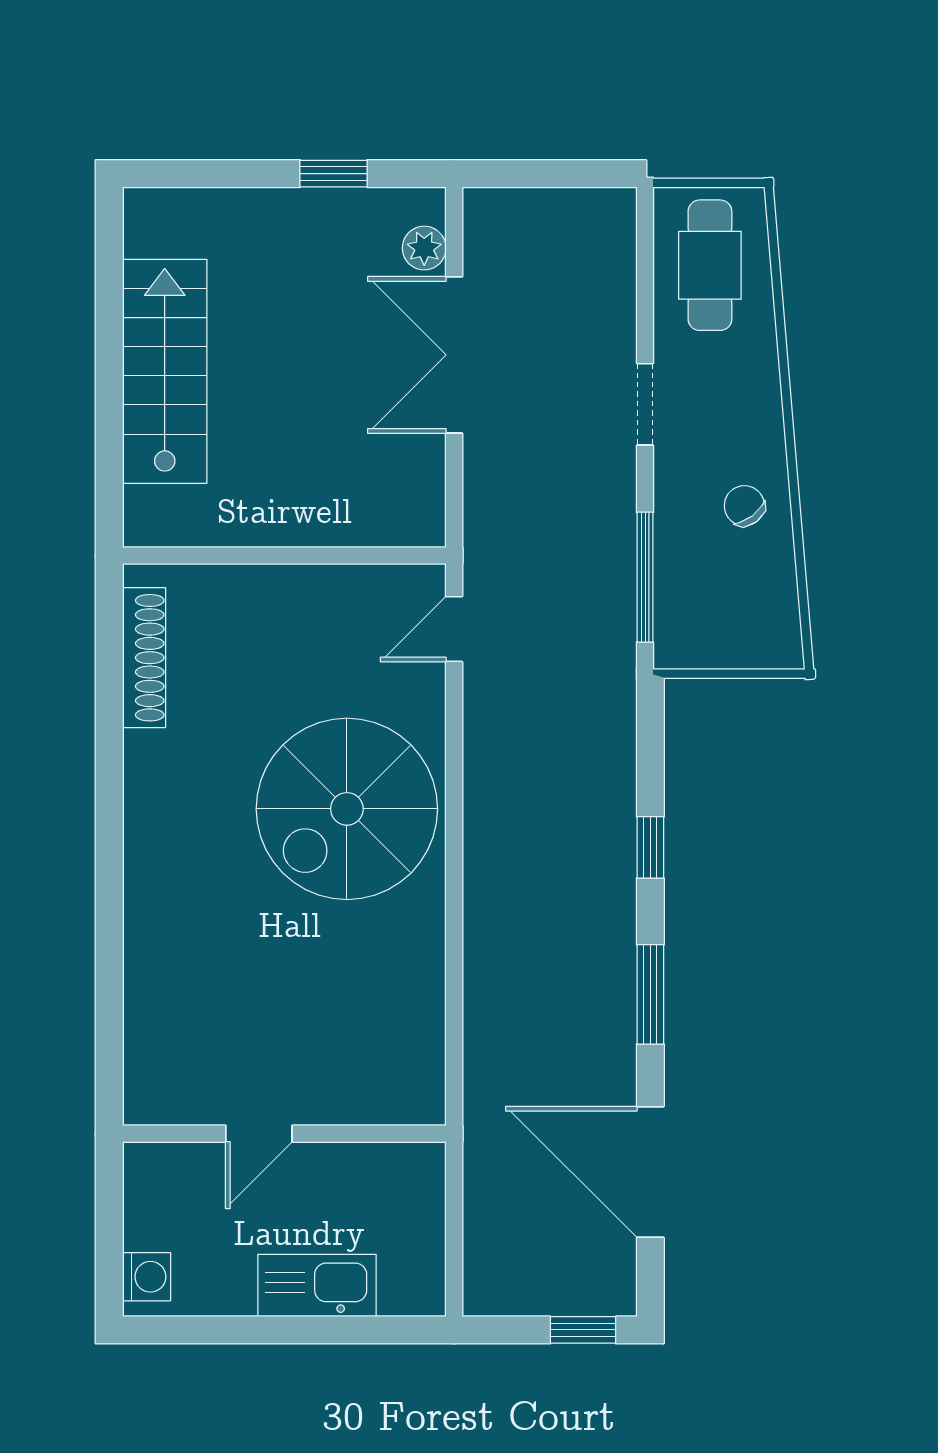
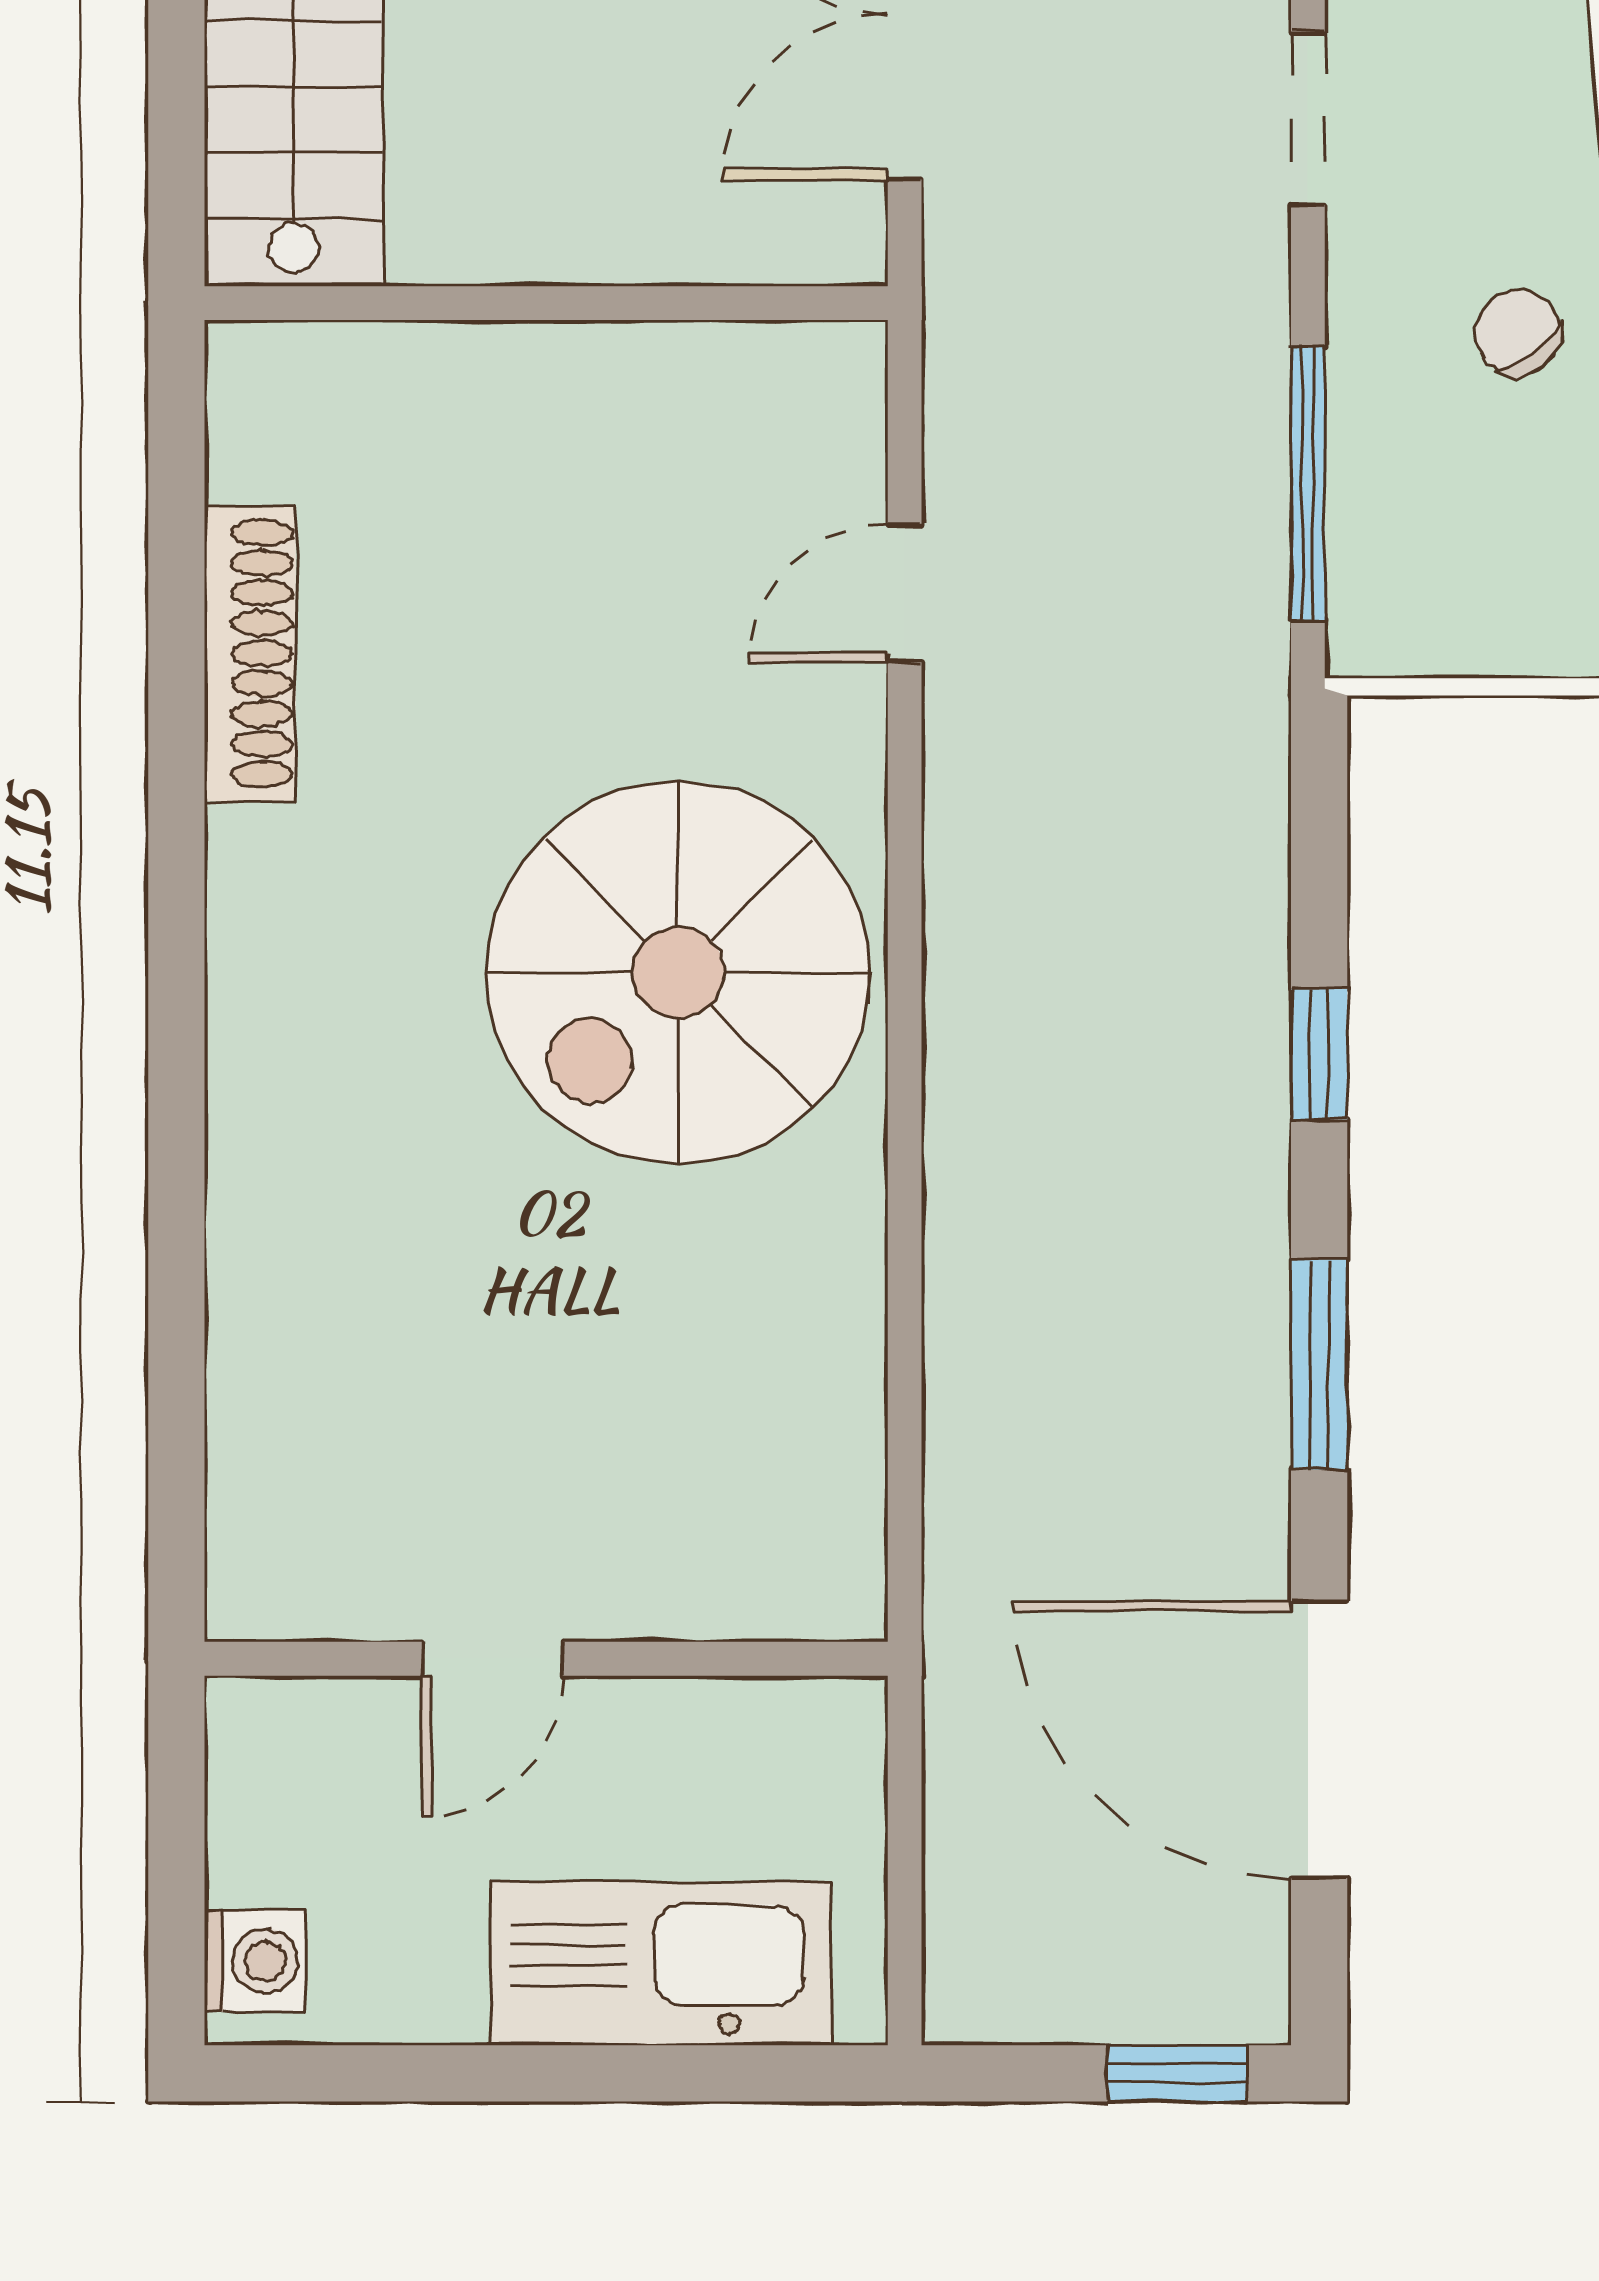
wall: (284, 555) -> (546, 303), moved
kitchen sink: (317, 1286) -> (661, 1964), width x1.36, depth x1.24

